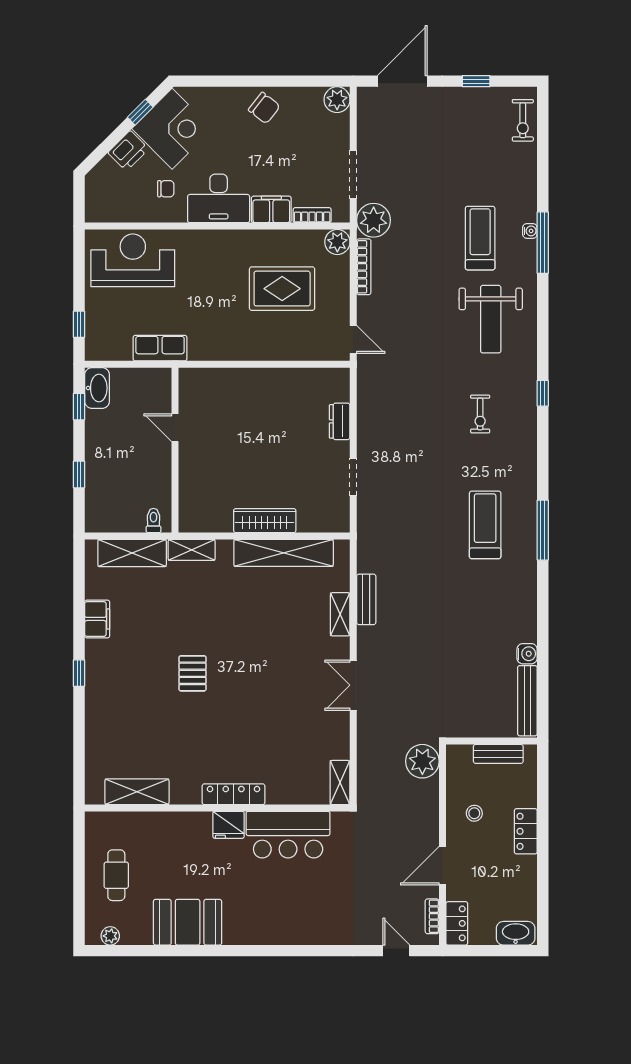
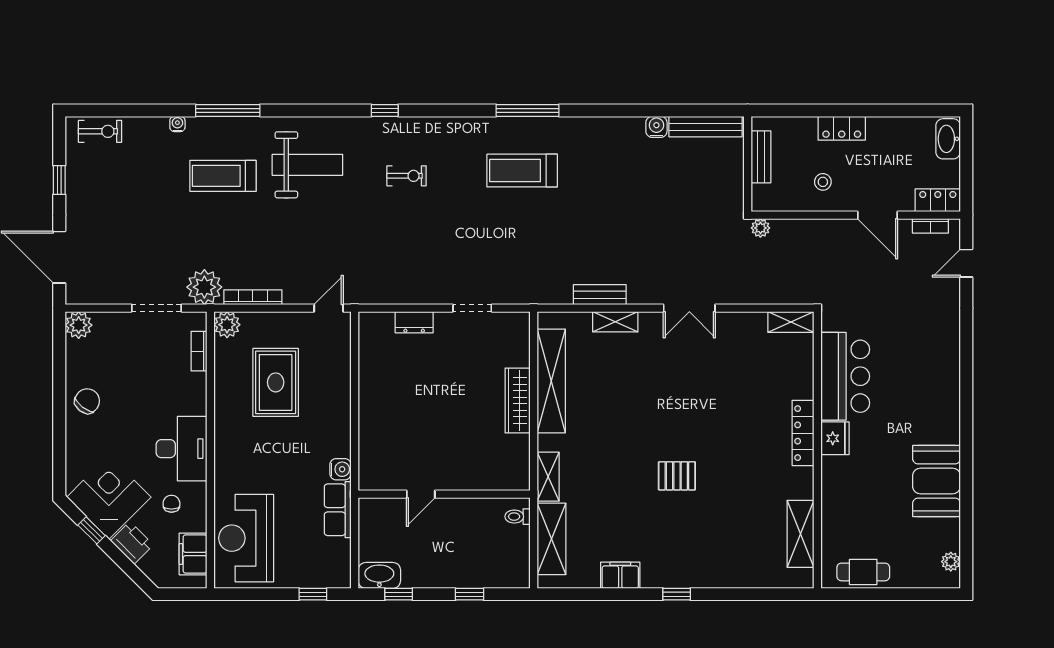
filing cabinet: (271, 209) -> (193, 554), moved
water cooler: (530, 231) -> (177, 124), moved
water cooler: (199, 351) -> (340, 469), added
plant: (422, 761) -> (760, 228), width x0.53, depth x0.53
cafe table: (116, 875) -> (863, 572), moved

